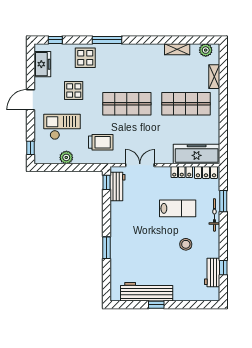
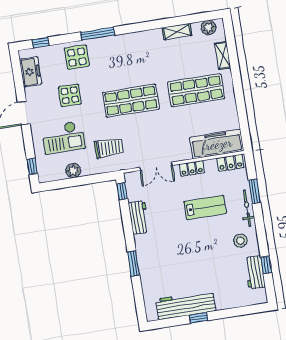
checkout: (62, 127) -> (63, 137), turned 180
double door: (140, 165) -> (156, 166), swing flipped
locker: (182, 172) -> (192, 168), moved
workbench: (117, 186) -> (139, 217), moved
stool: (186, 244) -> (240, 241), moved

